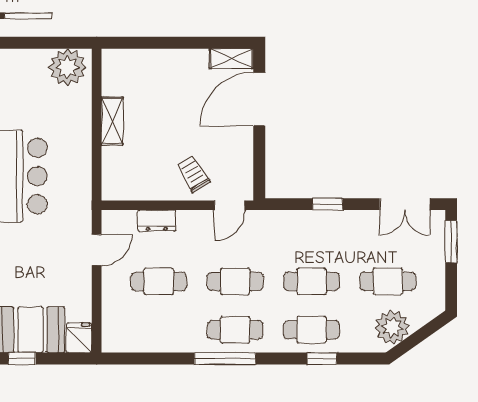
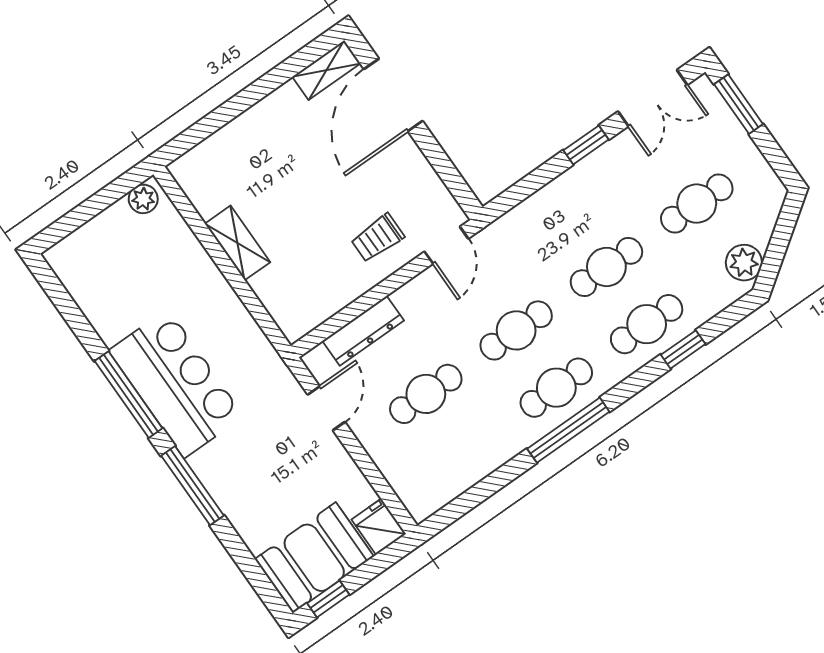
plant: (68, 67) -> (143, 199), width x0.53, depth x0.53
trolley: (194, 174) -> (378, 238), turned -59
window: (328, 204) -> (586, 145), moved
dresser: (157, 221) -> (363, 331), width x1.44
plant: (392, 327) -> (744, 263), width x0.73, depth x0.73

